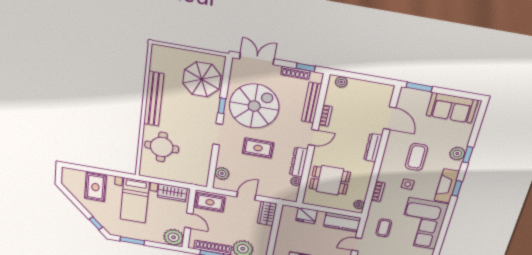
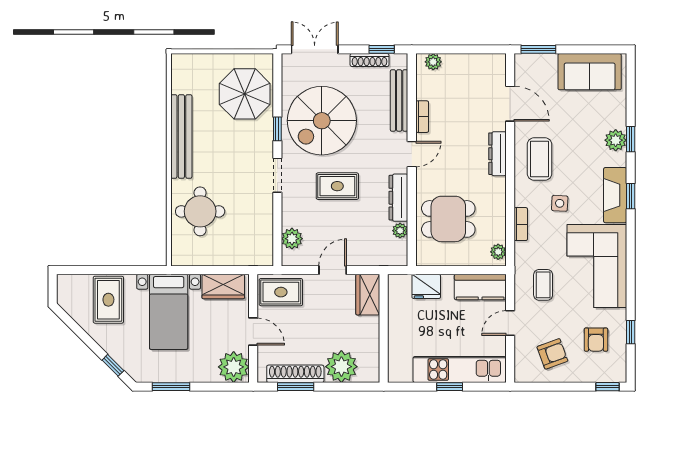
spiral stairs: (254, 106) -> (322, 121), turned 180
coffee table: (416, 157) -> (539, 159), moved

